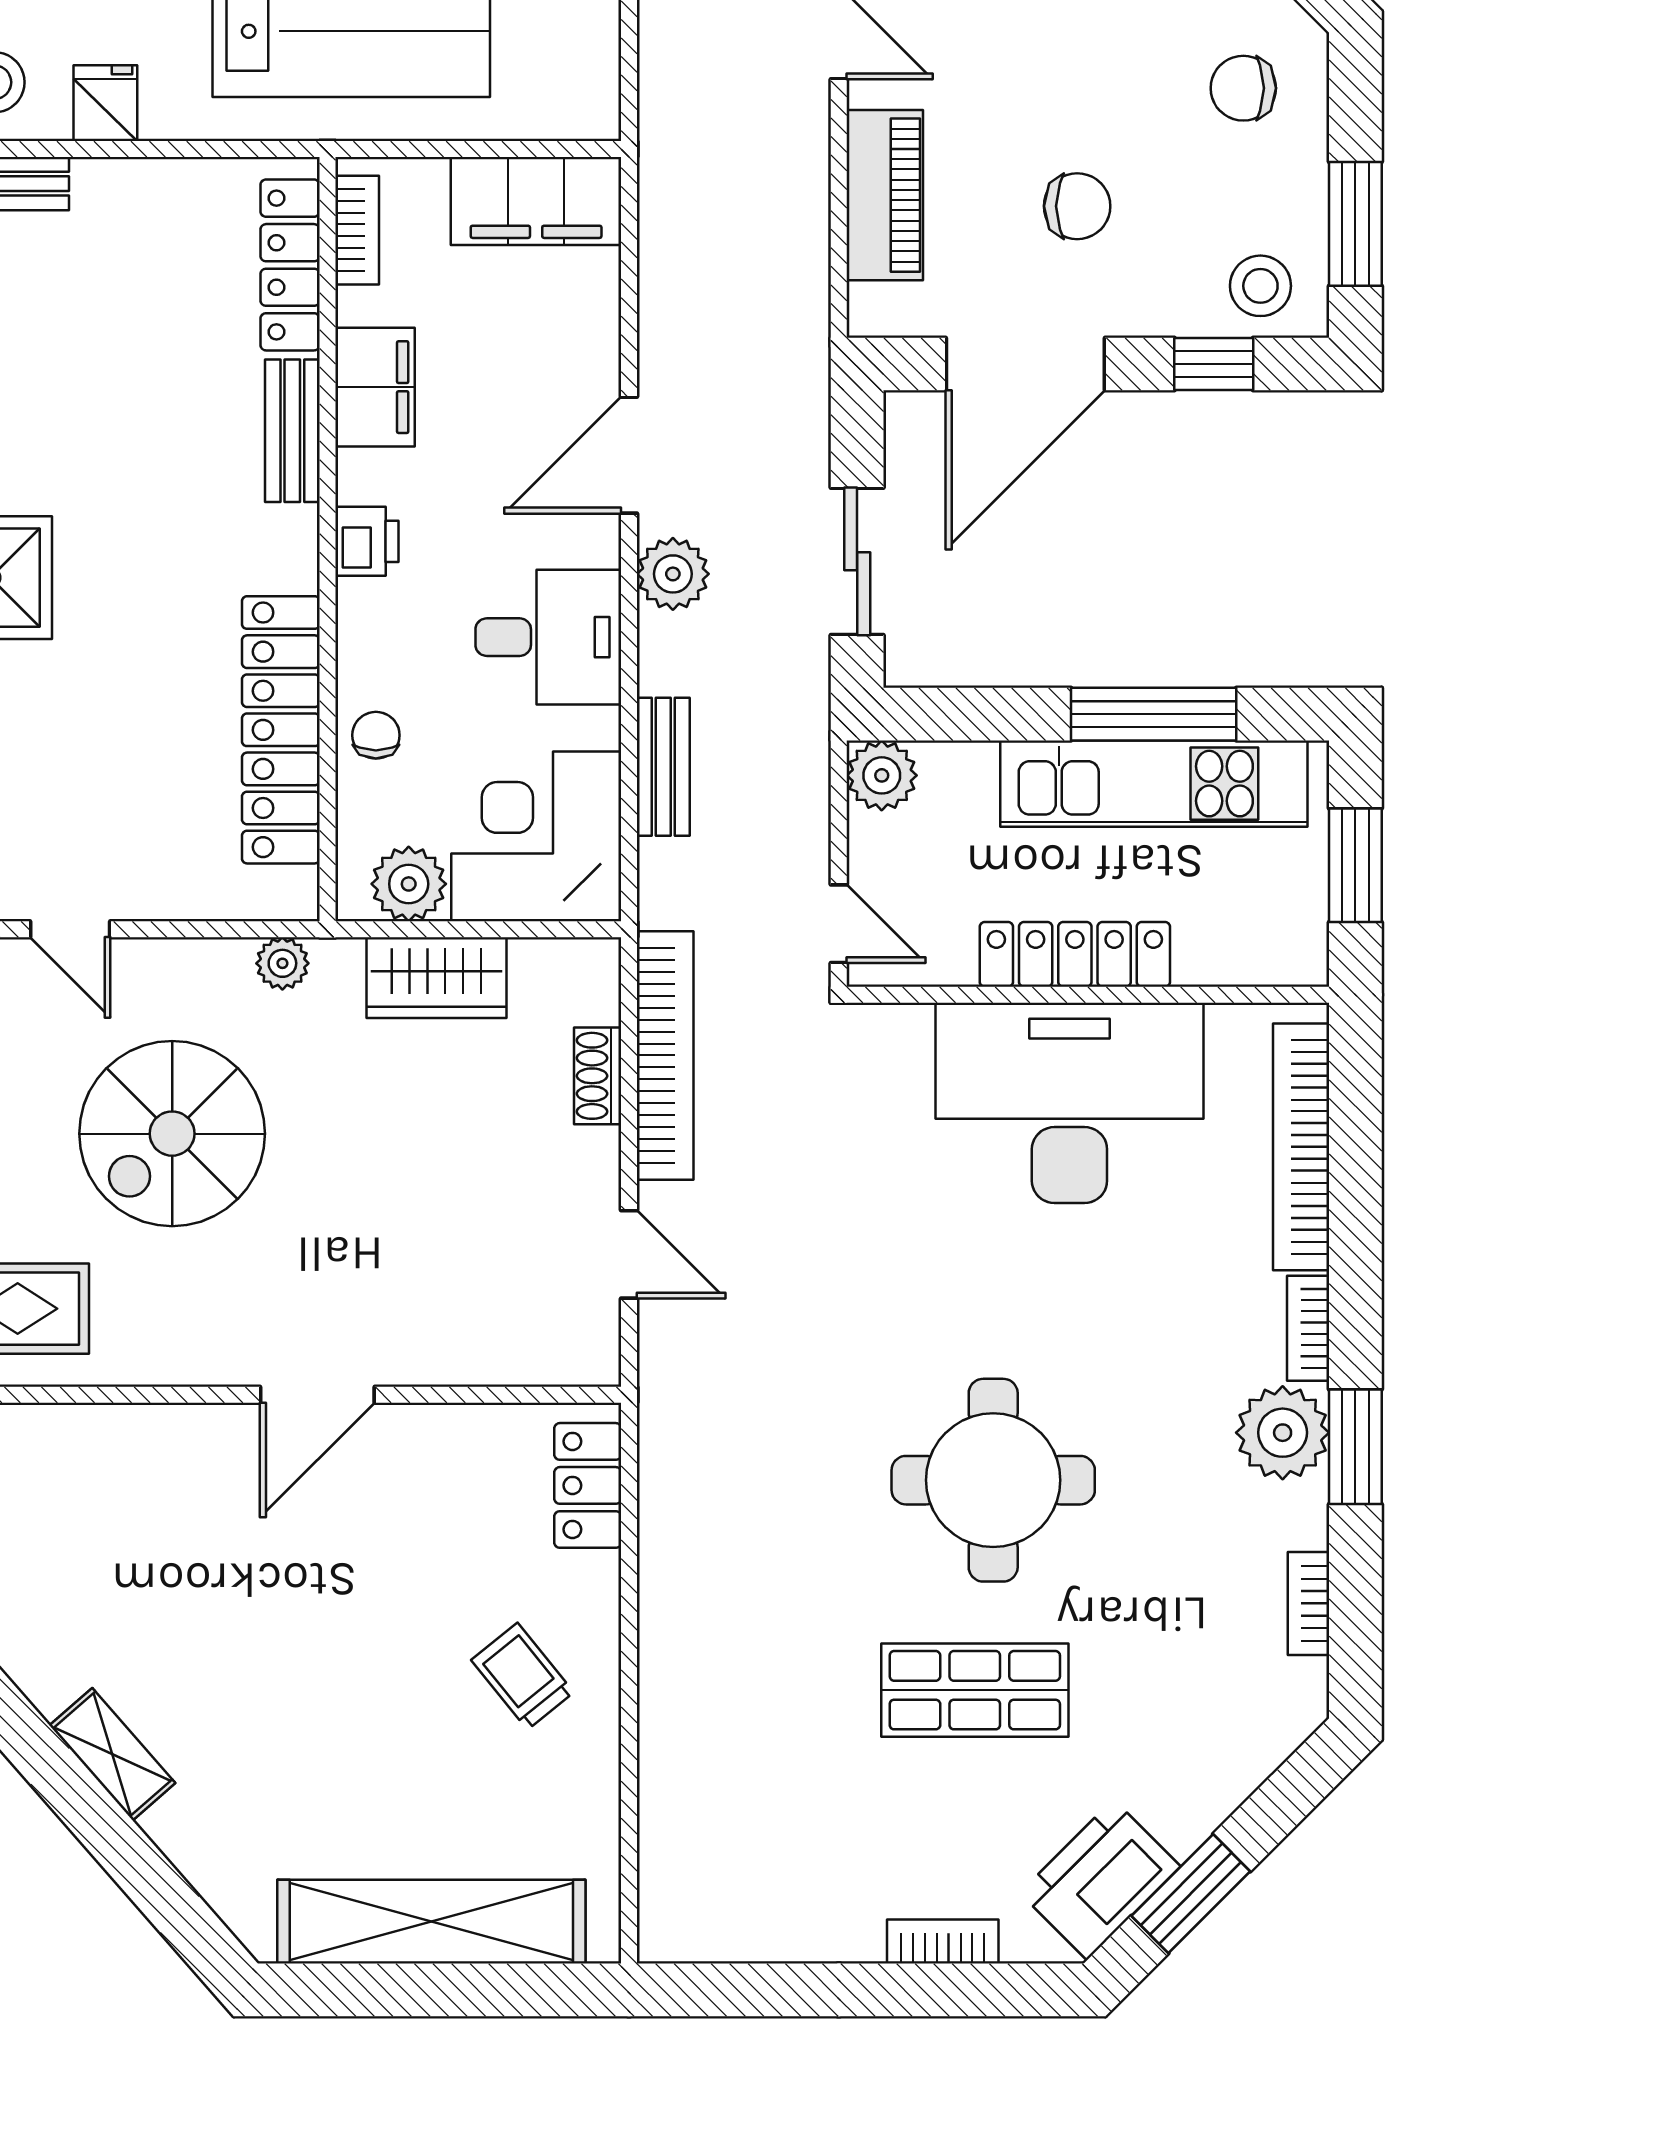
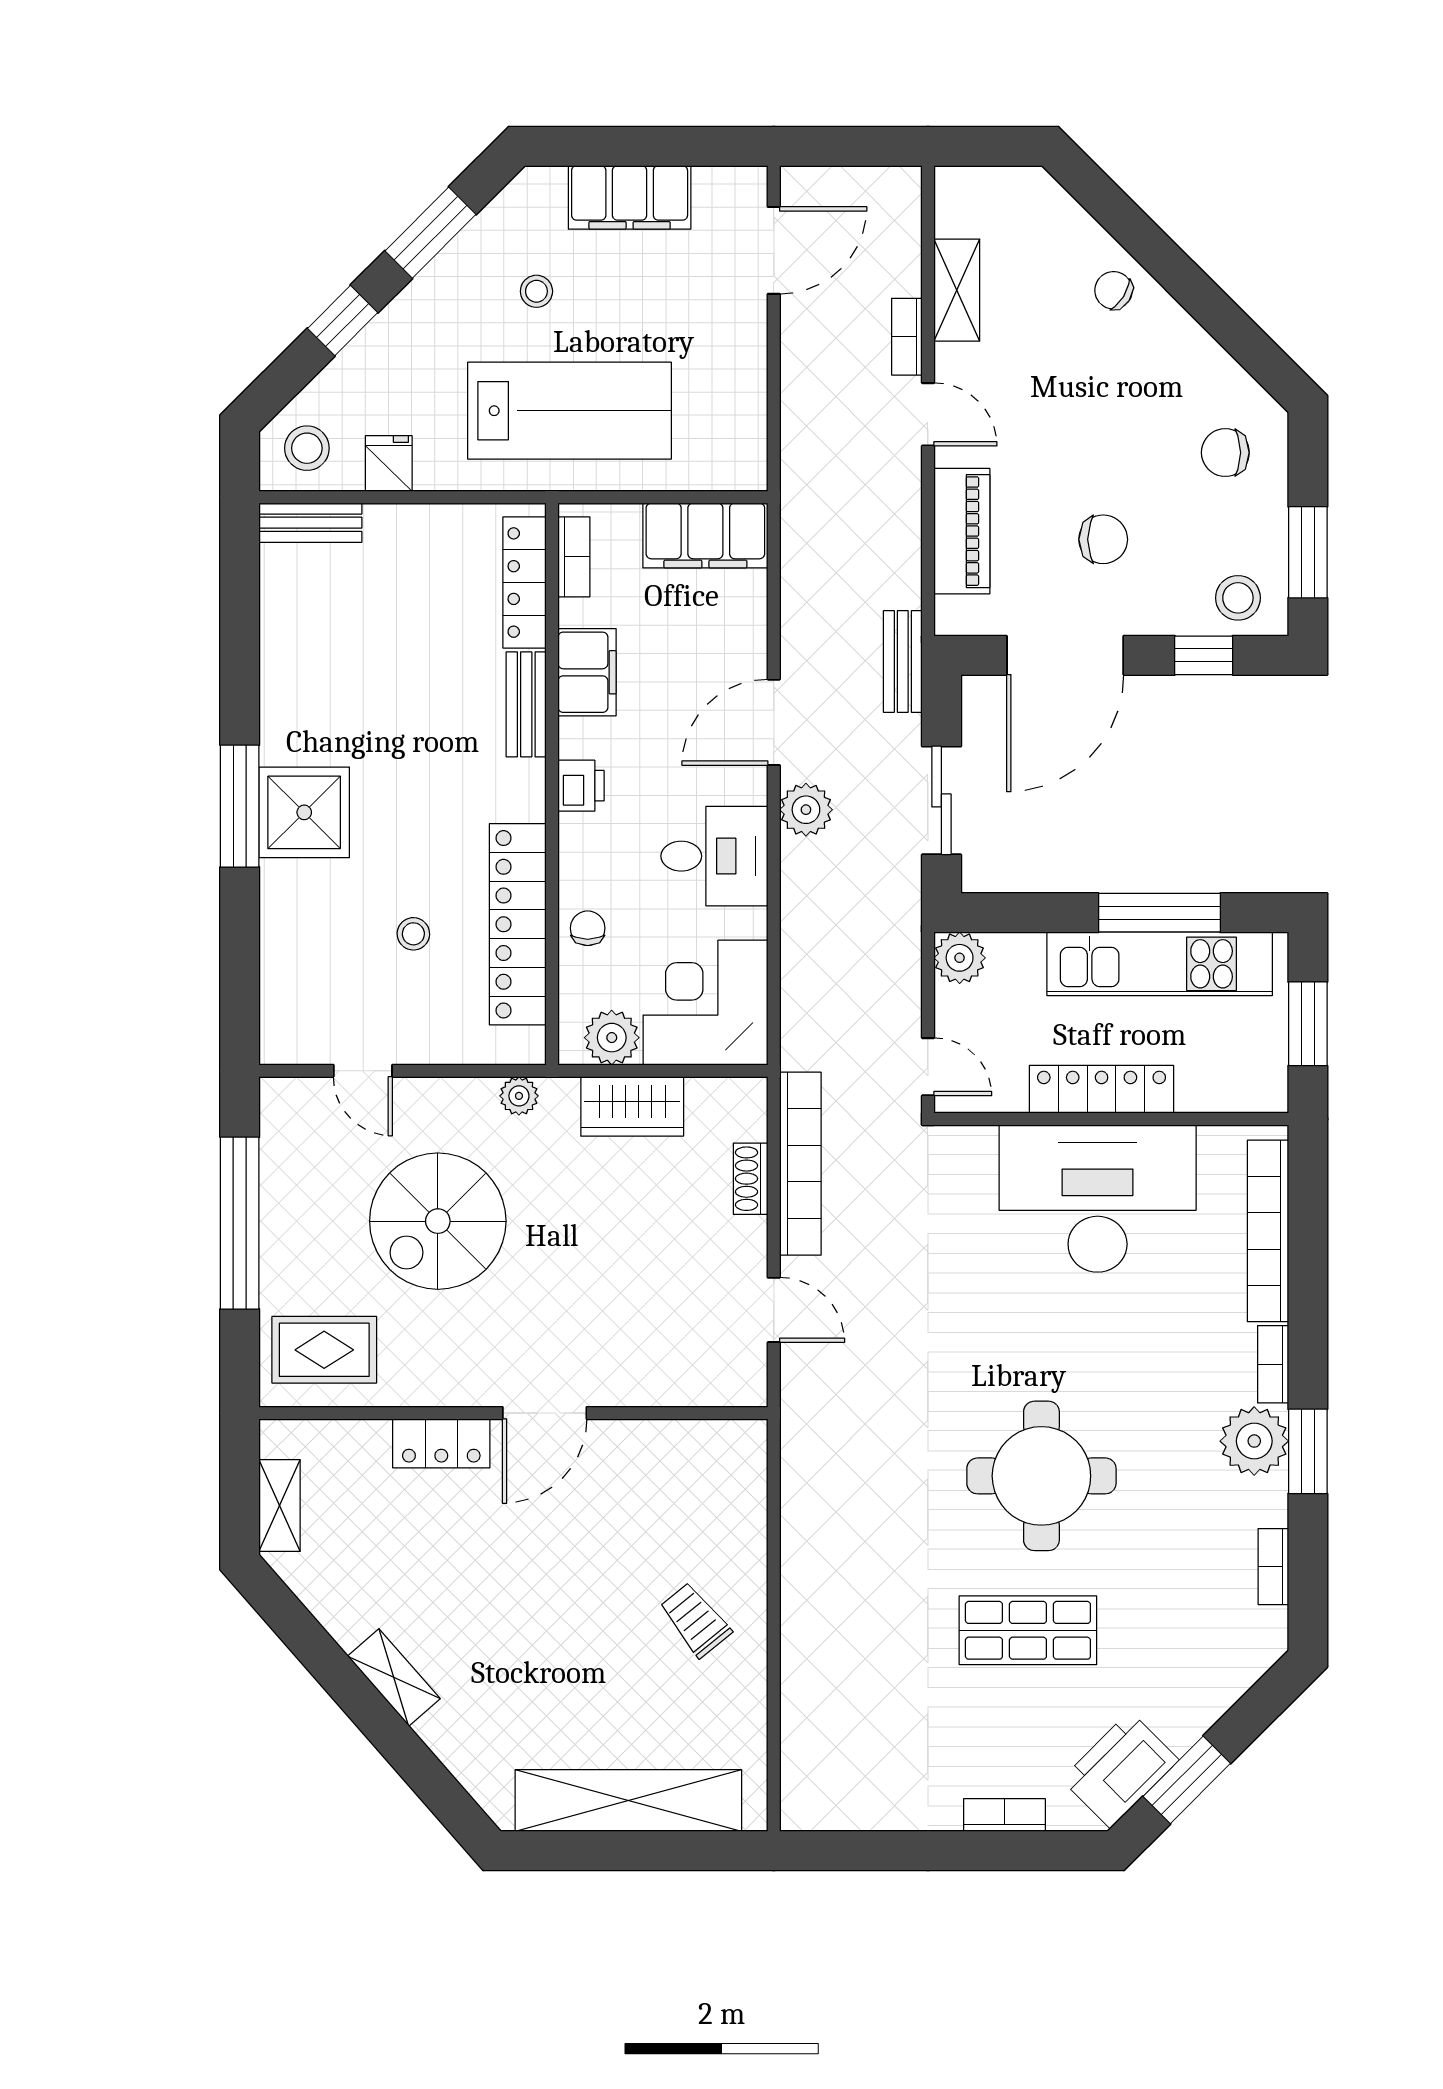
stool: (139, 743) -> (413, 934), added
bench: (663, 767) -> (903, 661), moved
locker: (588, 1485) -> (441, 1443), moved, turned -90

